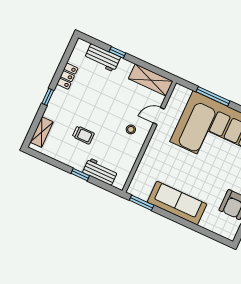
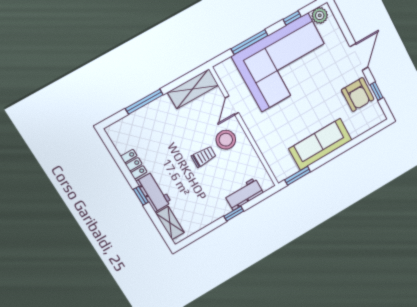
window: (117, 52) -> (144, 102), width x2.17
workbench: (102, 58) -> (154, 192), moved, turned -90
stool: (131, 129) -> (226, 140), width x1.89, depth x1.89
trolley: (83, 135) -> (204, 157), moved

